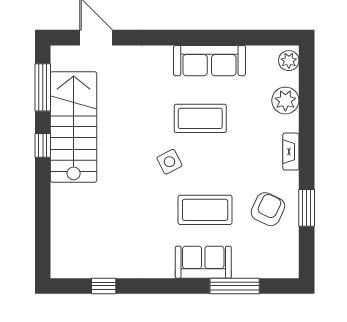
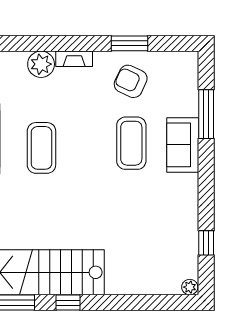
plant: (285, 101) -> (41, 64), moved
side table: (169, 162) -> (84, 178), removed
plant: (59, 269) -> (190, 287), added

